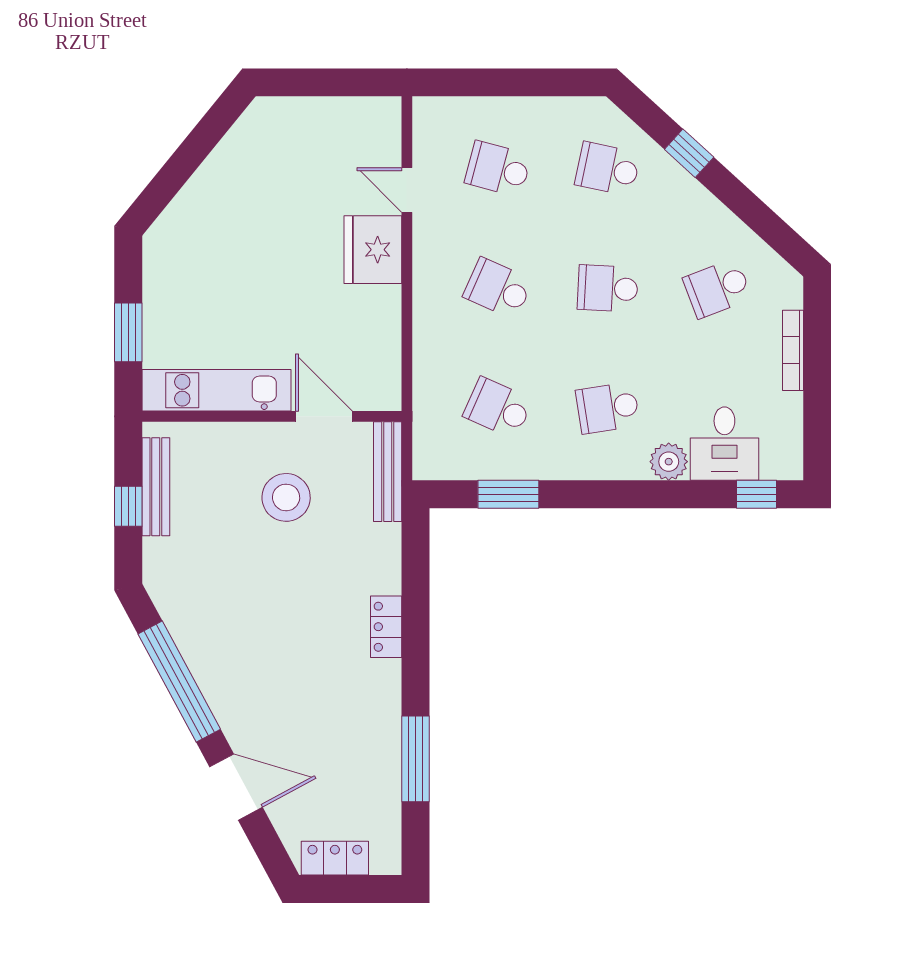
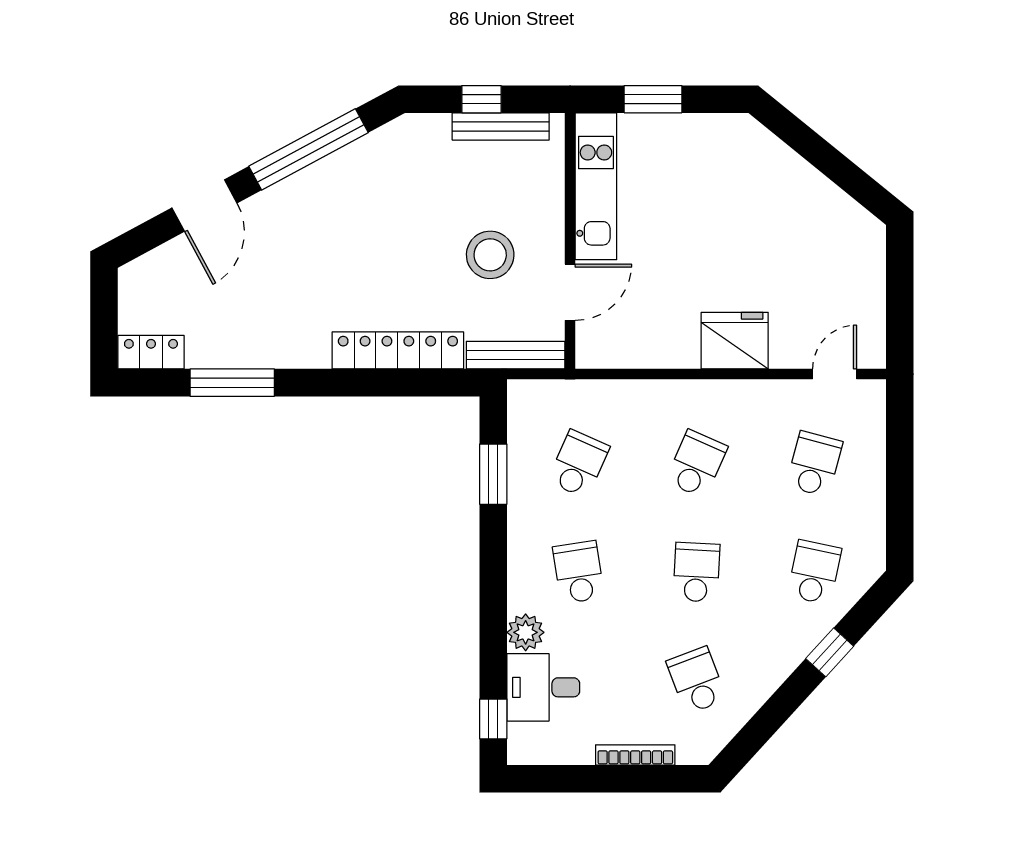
door: (407, 190) -> (835, 374), moved
locker: (386, 627) -> (398, 350), width x2.16, depth x1.21
locker: (335, 858) -> (151, 352), moved, turned -90

